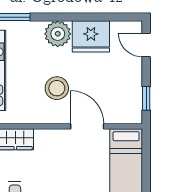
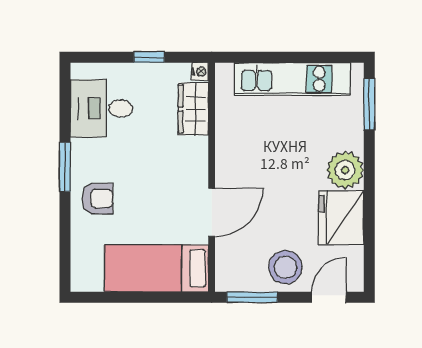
stool: (57, 88) -> (285, 267), moved
window: (146, 98) -> (252, 297), width x1.50

